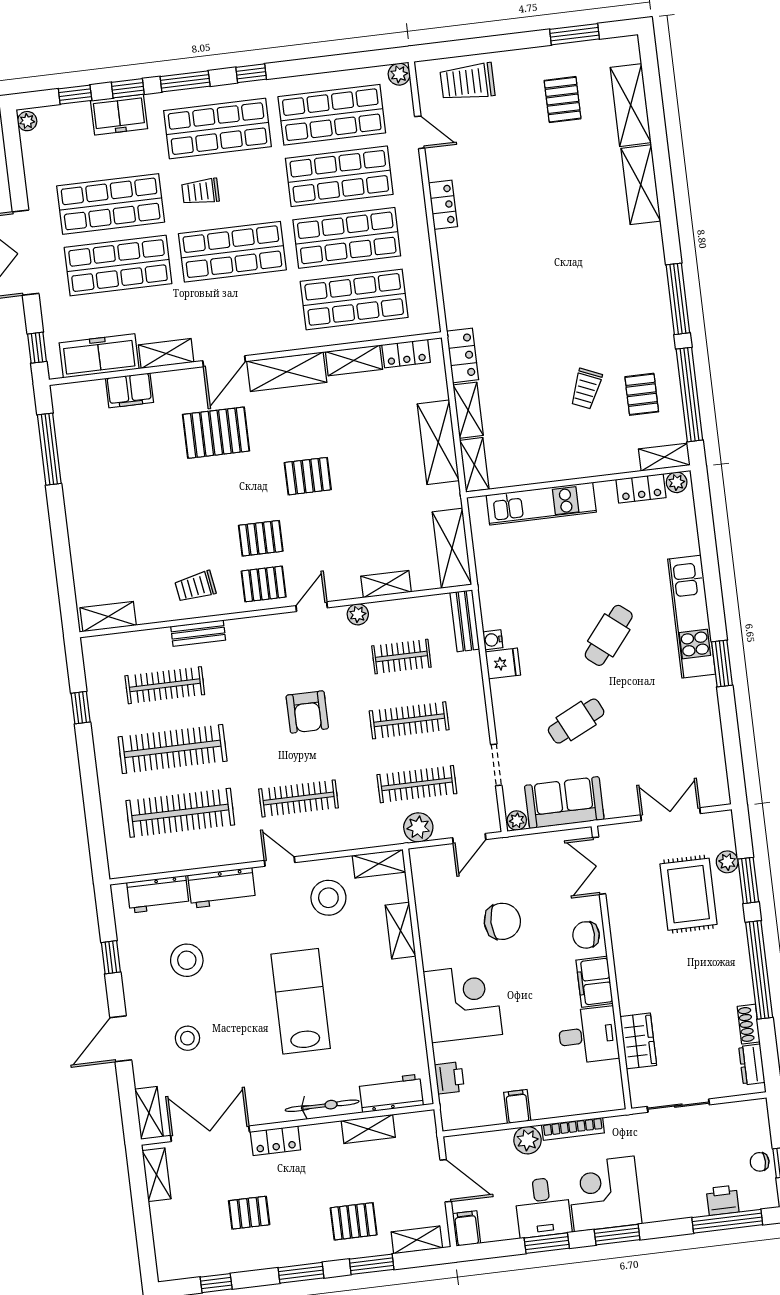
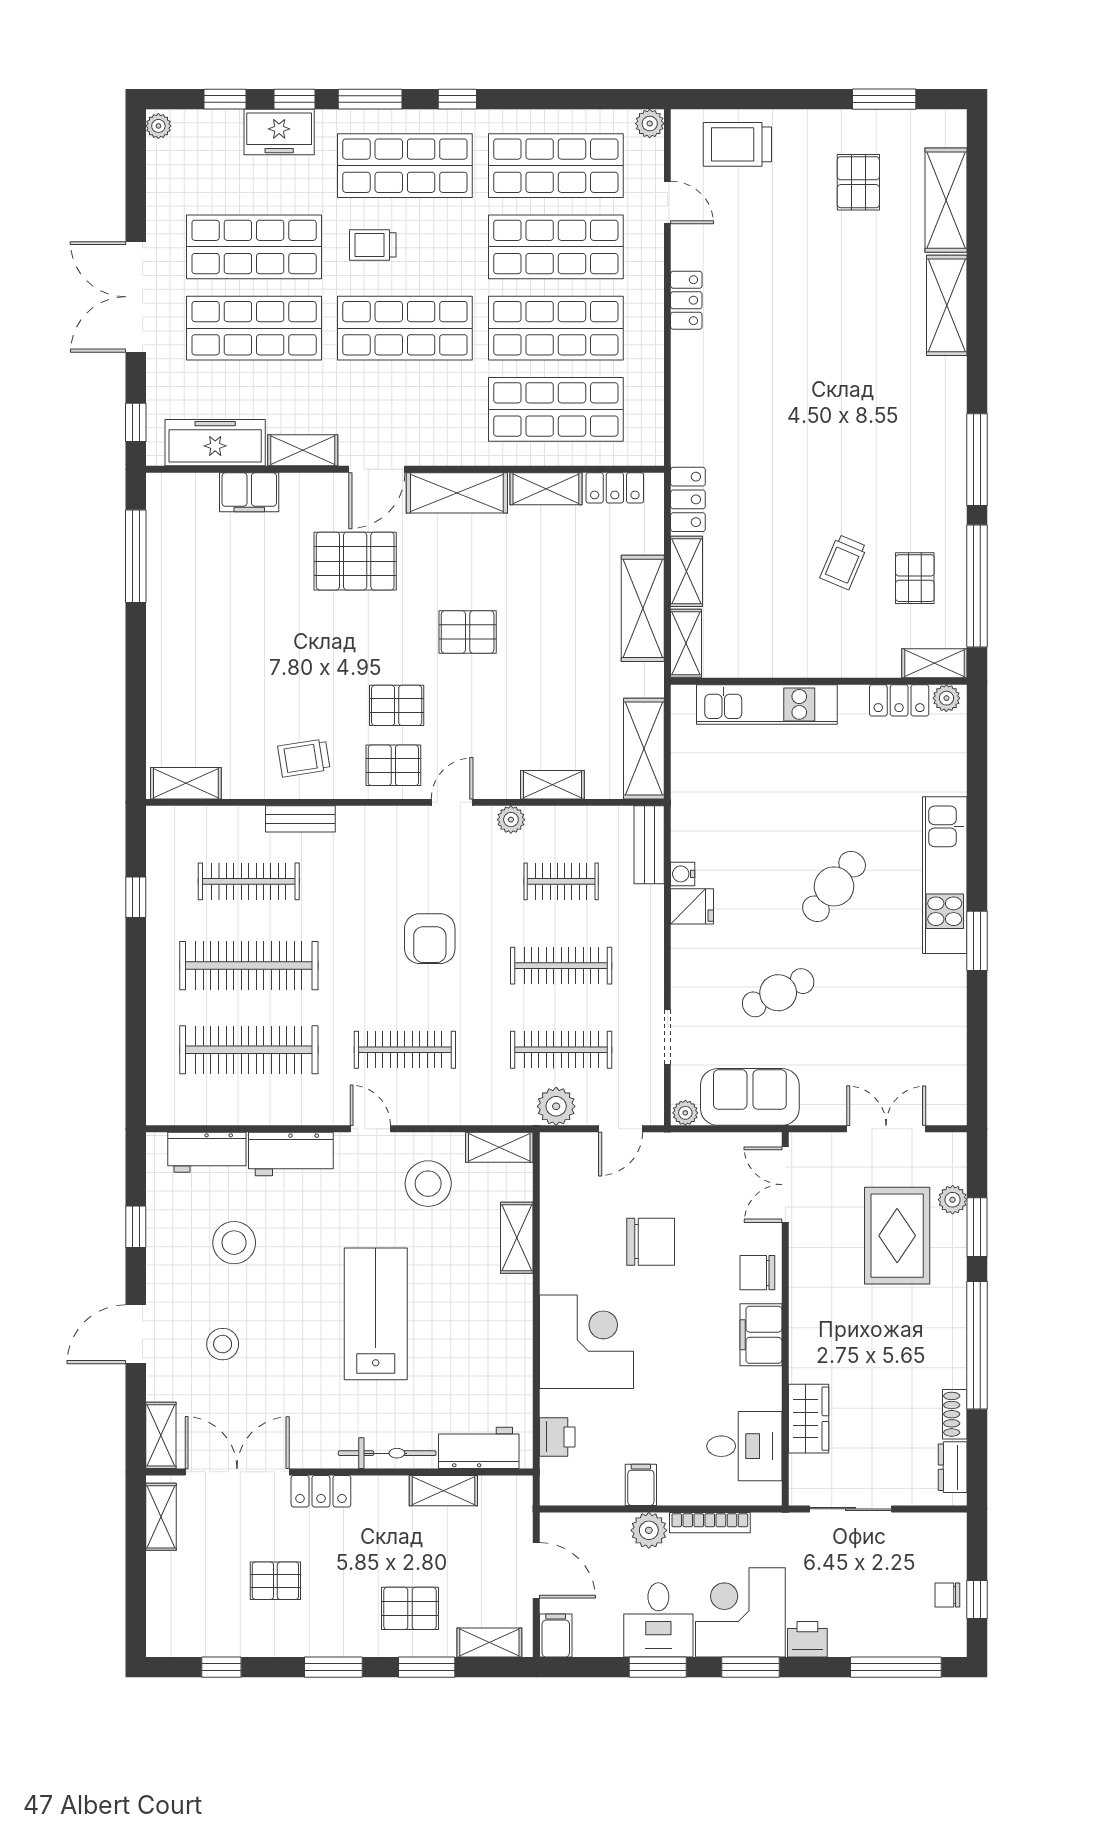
desk: (588, 1035) -> (744, 1446), moved
printer: (723, 1200) -> (807, 1639), moved

